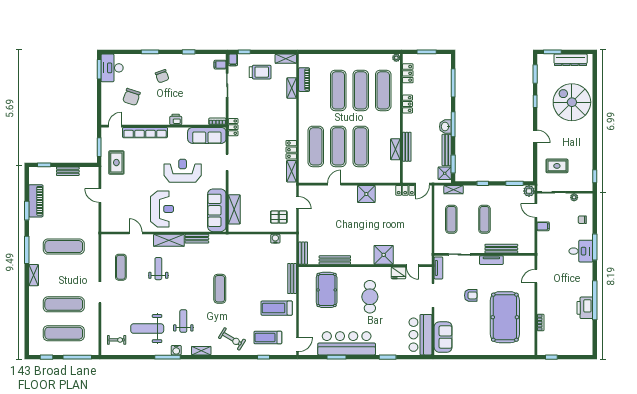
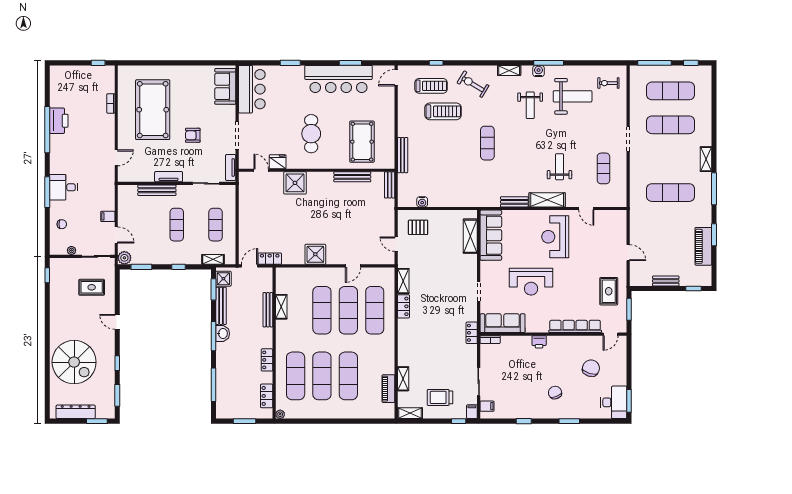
weight bench: (158, 269) -> (560, 167), turned 180
treadmill: (277, 308) -> (443, 111), moved

